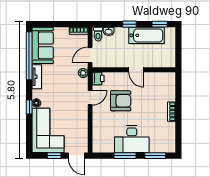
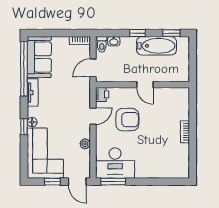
plant: (83, 73) -> (85, 144), moved
desk: (132, 139) -> (115, 163), moved
window: (125, 156) -> (113, 182), moved
window: (155, 156) -> (167, 182), removed

